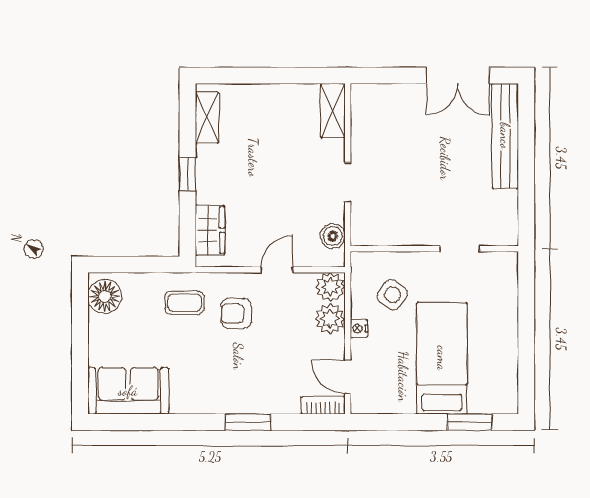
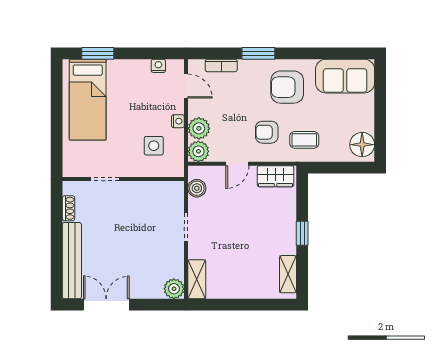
plant: (364, 97) -> (174, 289), added
shoe rack: (510, 208) -> (68, 208), added
wardrobe: (210, 230) -> (276, 176), moved, turned -90
side table: (392, 295) -> (154, 146), turned -38
armchair: (236, 313) -> (267, 132), turned 180
bed: (442, 358) -> (88, 100), moved
armchair: (208, 376) -> (287, 87), added
bookcase: (323, 405) -> (221, 65), moved
nightstand: (386, 405) -> (158, 66), added

